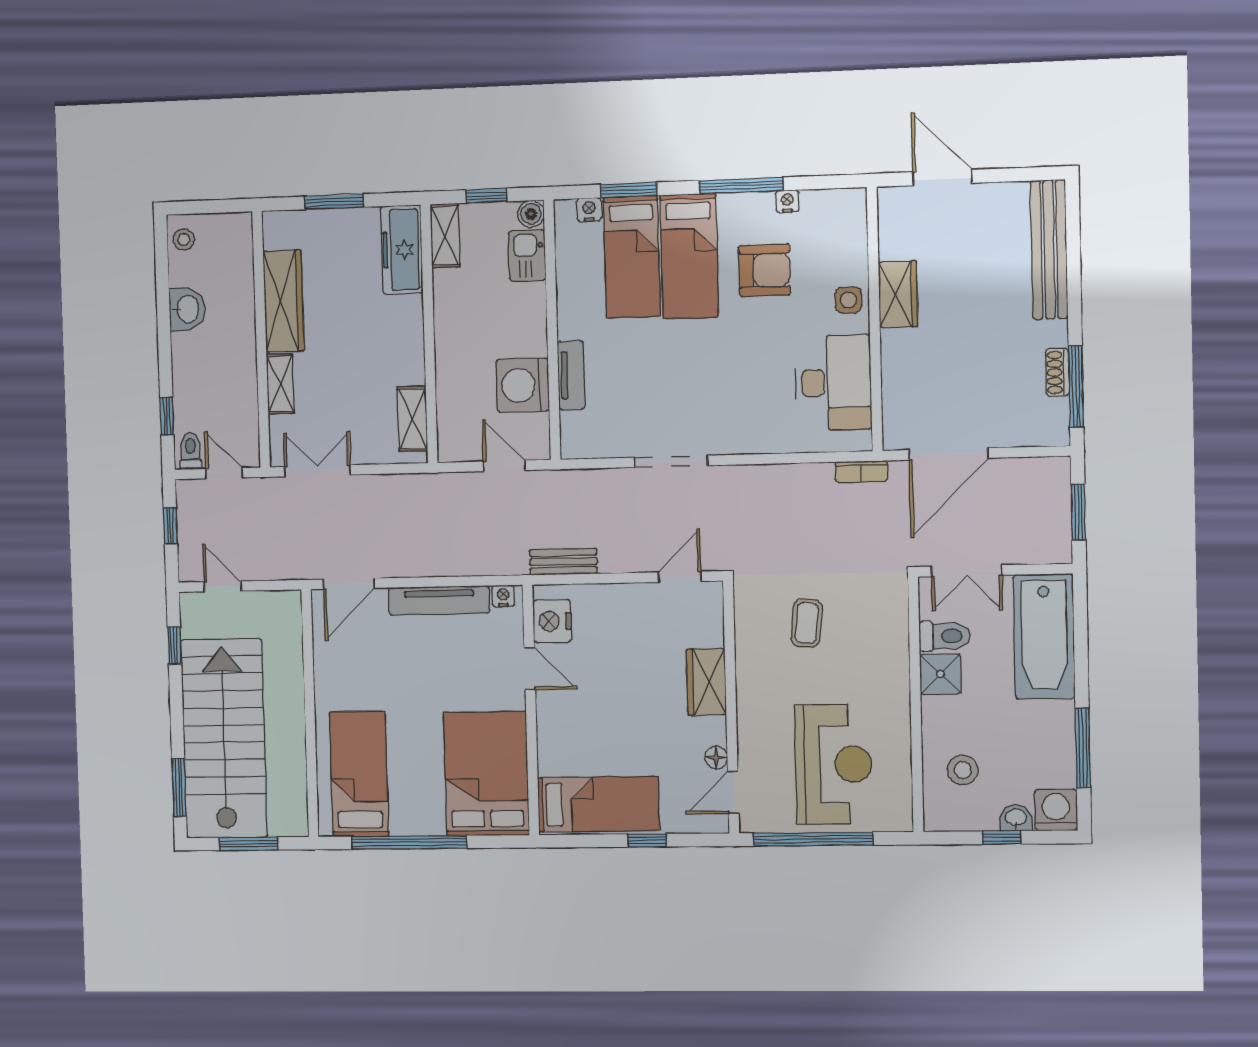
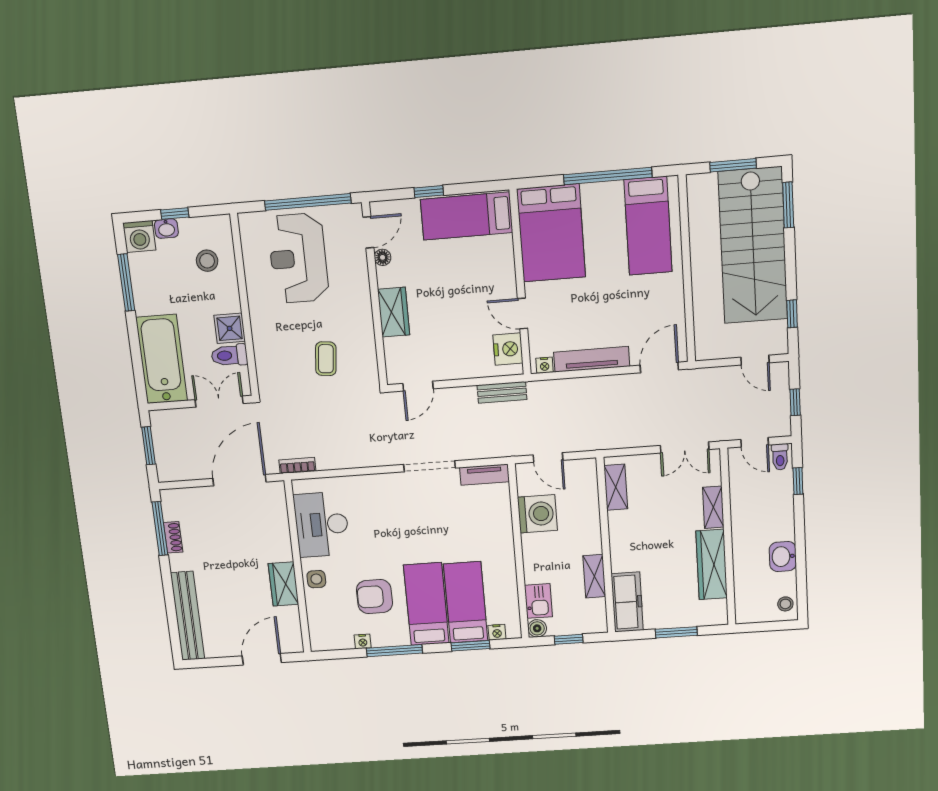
door: (942, 178) -> (262, 659), swing flipped
shelving: (445, 236) -> (594, 576), moved
tv unit: (571, 375) -> (485, 475), moved, turned -90

